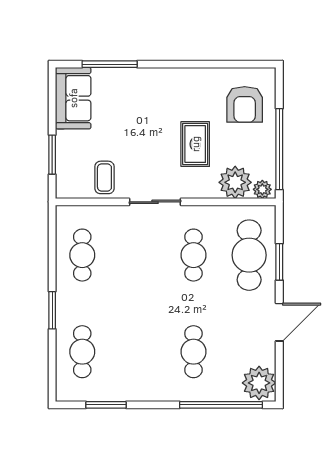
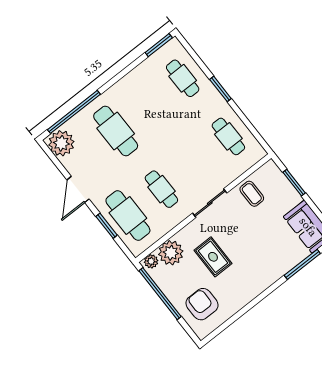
cafe table: (193, 352) -> (116, 131), width x1.37, depth x1.35
window: (106, 405) -> (159, 45), moved

